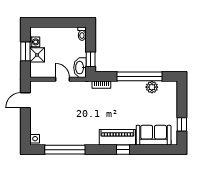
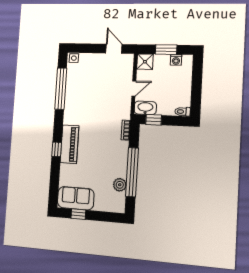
shower: (37, 55) -> (145, 62), moved
sofa: (154, 135) -> (76, 198), moved, turned -90

